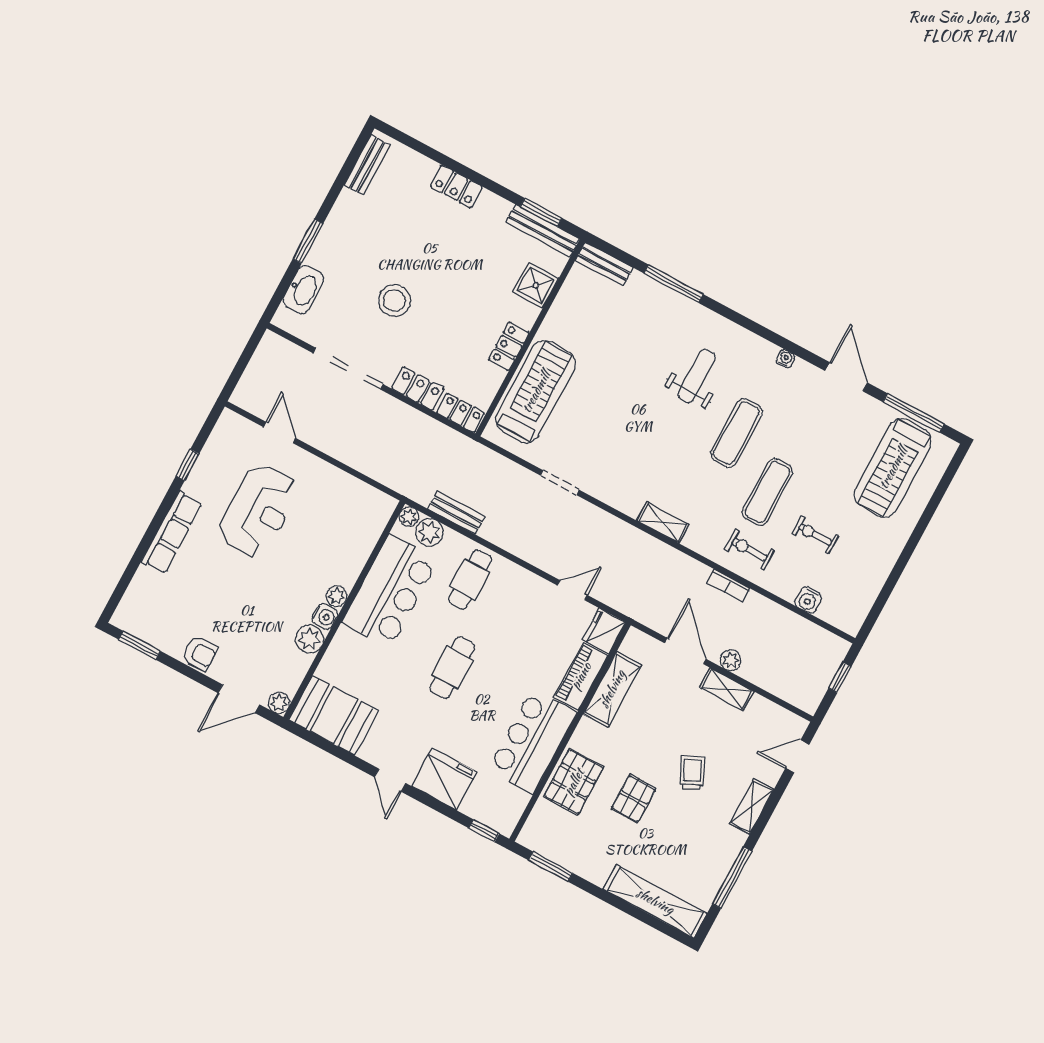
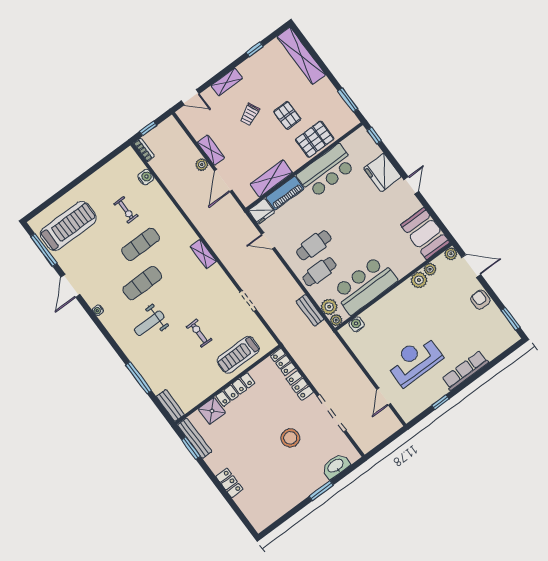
bench: (367, 165) -> (271, 516), removed
locker: (509, 346) -> (235, 390), width x1.53
treadmill: (536, 392) -> (238, 355), width x0.73, depth x0.73
exercise bike: (750, 550) -> (199, 333), moved, turned 180
bookcase: (728, 586) -> (144, 150), moved
plant: (337, 596) -> (430, 269), moved
water cooler: (325, 616) -> (357, 324), moved
cafe table: (452, 668) -> (314, 245), moved
pallet: (634, 799) -> (287, 115), turned 90
window: (732, 877) -> (255, 49), width x0.46

